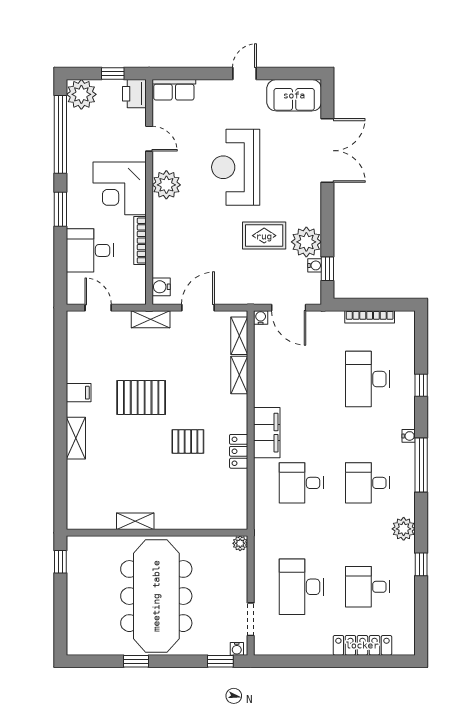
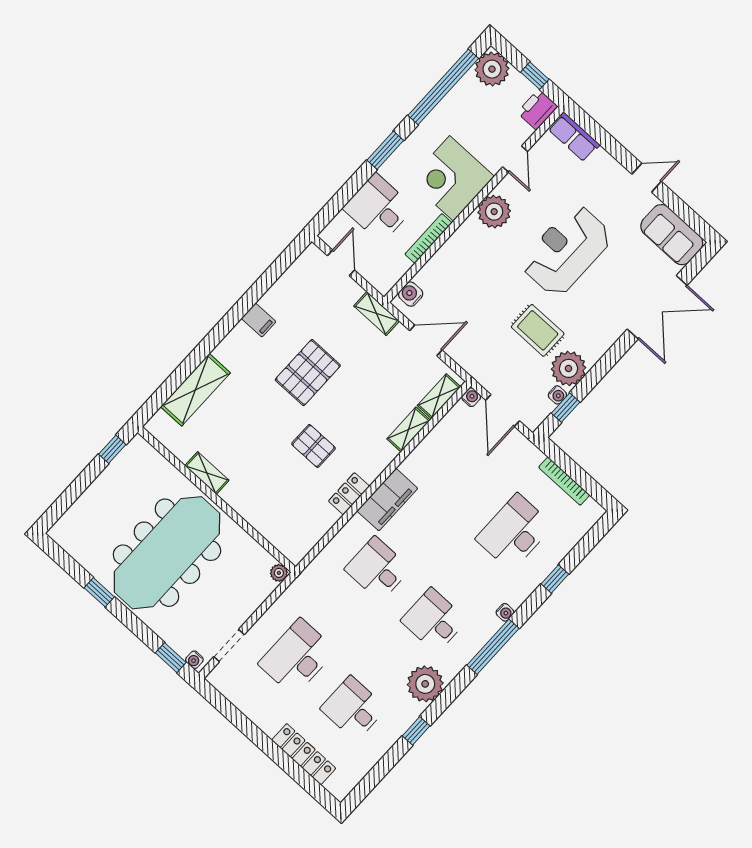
pallet: (141, 398) -> (308, 373), turned 90
shelving: (76, 438) -> (195, 390), moved, width x1.50, depth x1.33
plant: (404, 529) -> (425, 684), width x1.36, depth x1.36

